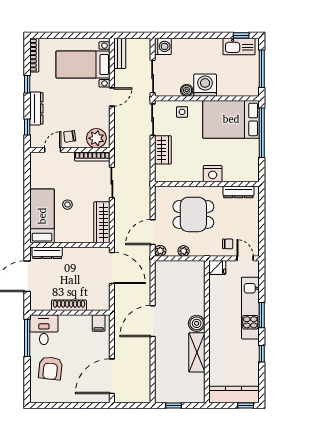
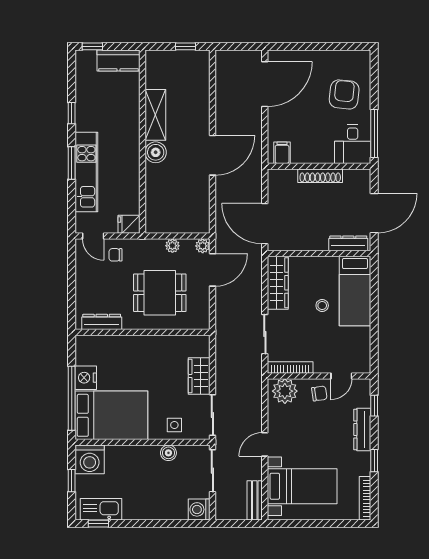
window: (262, 69) -> (72, 481), width x0.46
washing machine: (205, 85) -> (90, 459), moved
nightstand: (213, 174) -> (86, 378), moved, turned -90
kitchen counter: (234, 394) -> (118, 61), width x0.67

